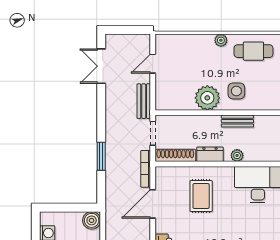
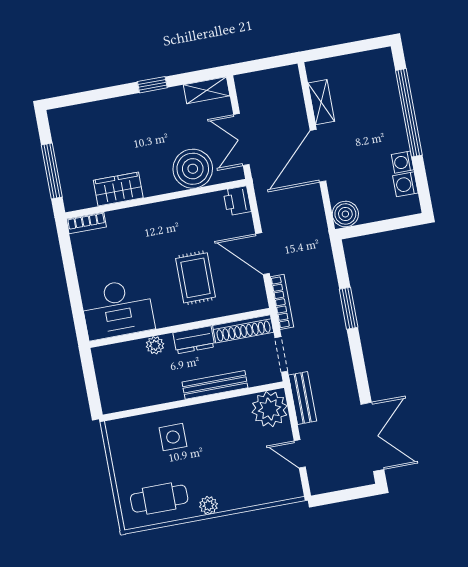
door: (153, 64) -> (300, 454), swing flipped
double door: (101, 66) -> (372, 437), width x1.37
plant: (207, 98) -> (270, 409), moved
bench: (237, 121) -> (215, 385), moved, width x1.36
door: (153, 204) -> (263, 254), swing flipped

